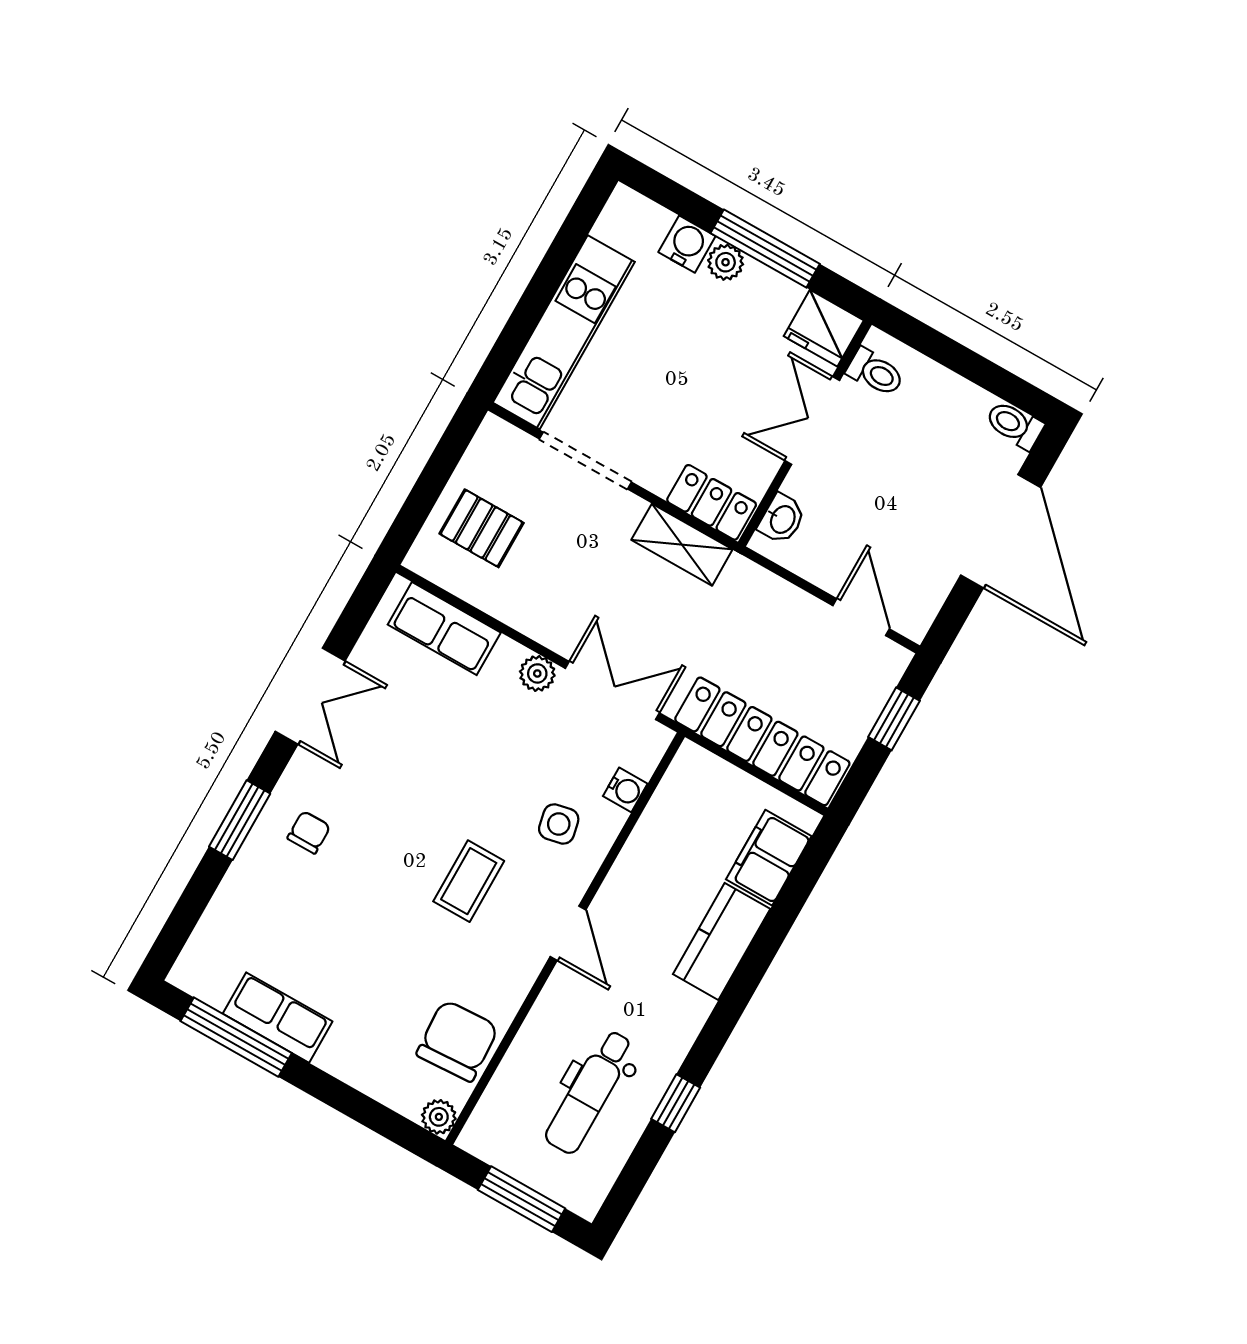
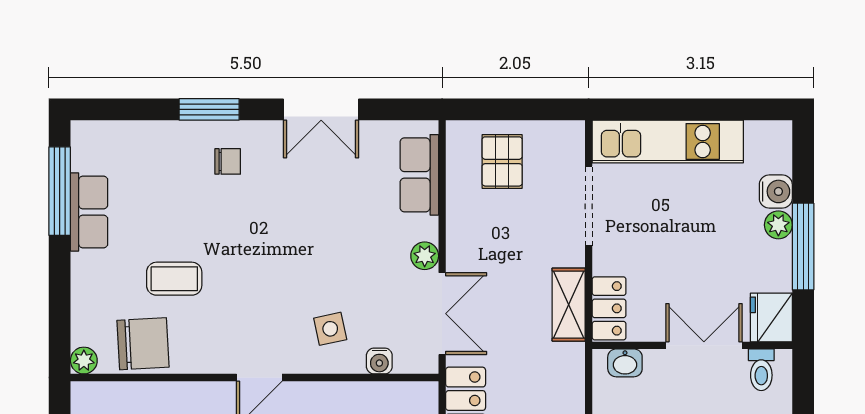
coffee table: (469, 881) -> (174, 279), moved

